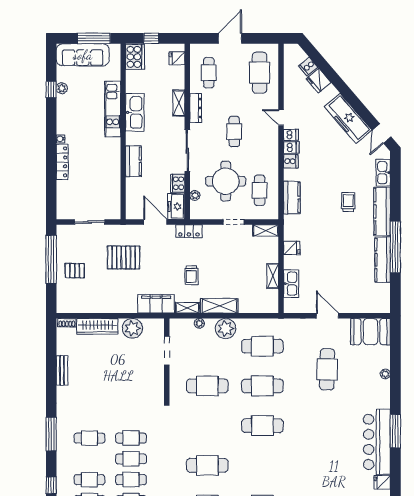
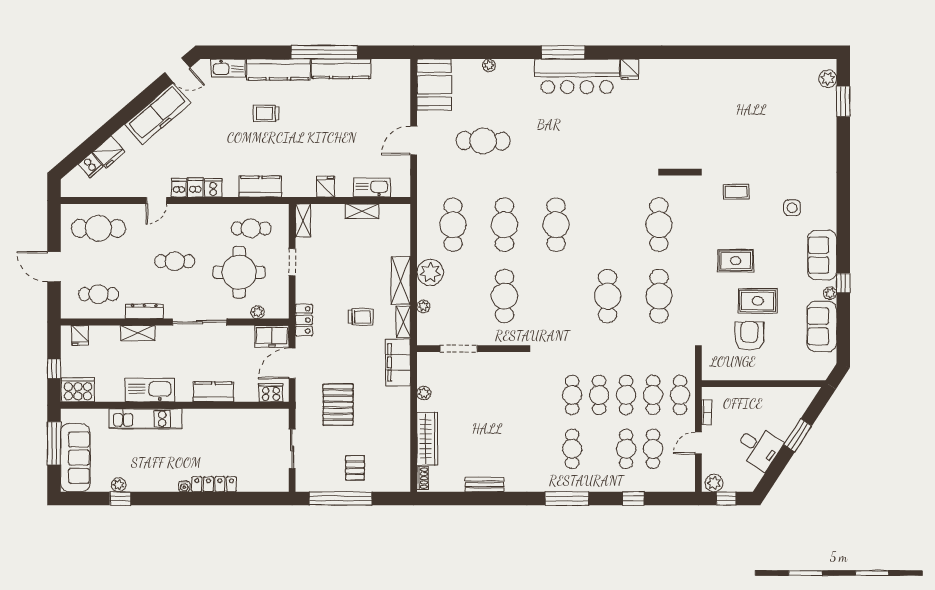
cooker: (178, 183) -> (271, 393), moved, turned 180
plant: (132, 328) -> (424, 393), width x0.53, depth x0.53

